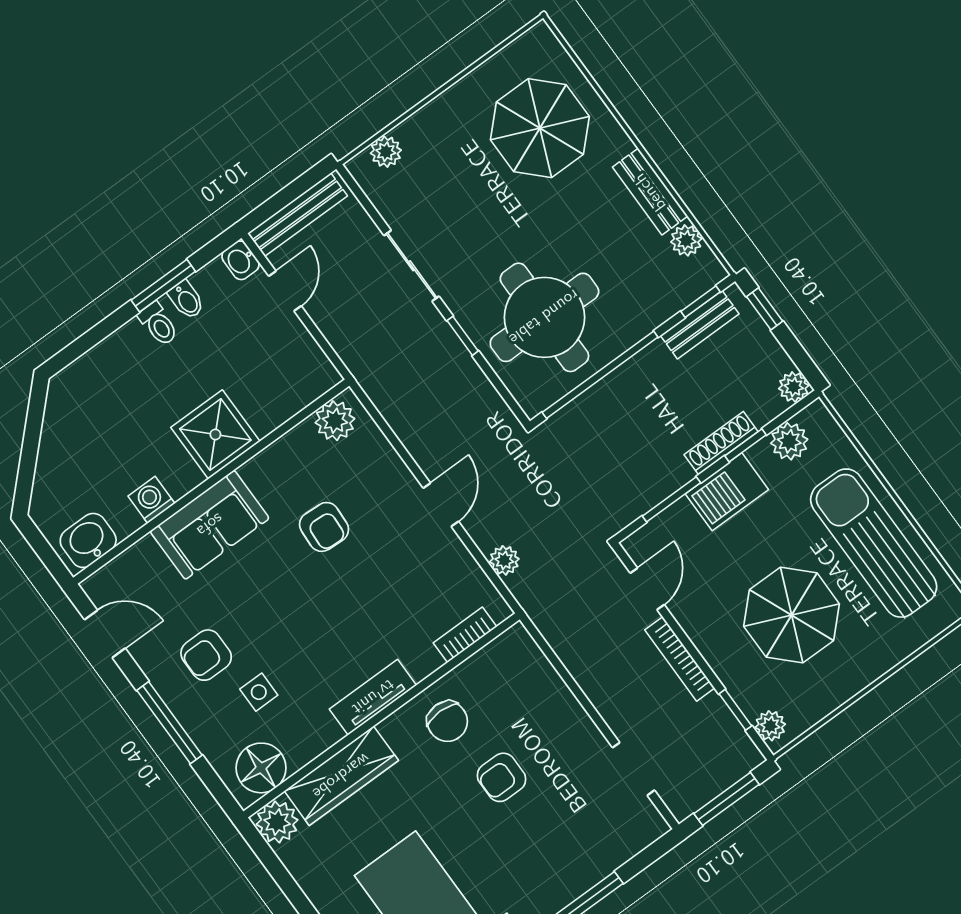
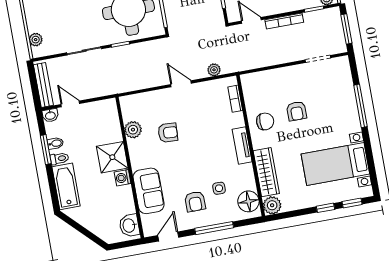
bathtub: (106, 367) -> (66, 186), added
plant: (335, 421) -> (133, 130), moved
washing machine: (151, 500) -> (123, 178), moved
sofa: (210, 525) -> (149, 191), moved

